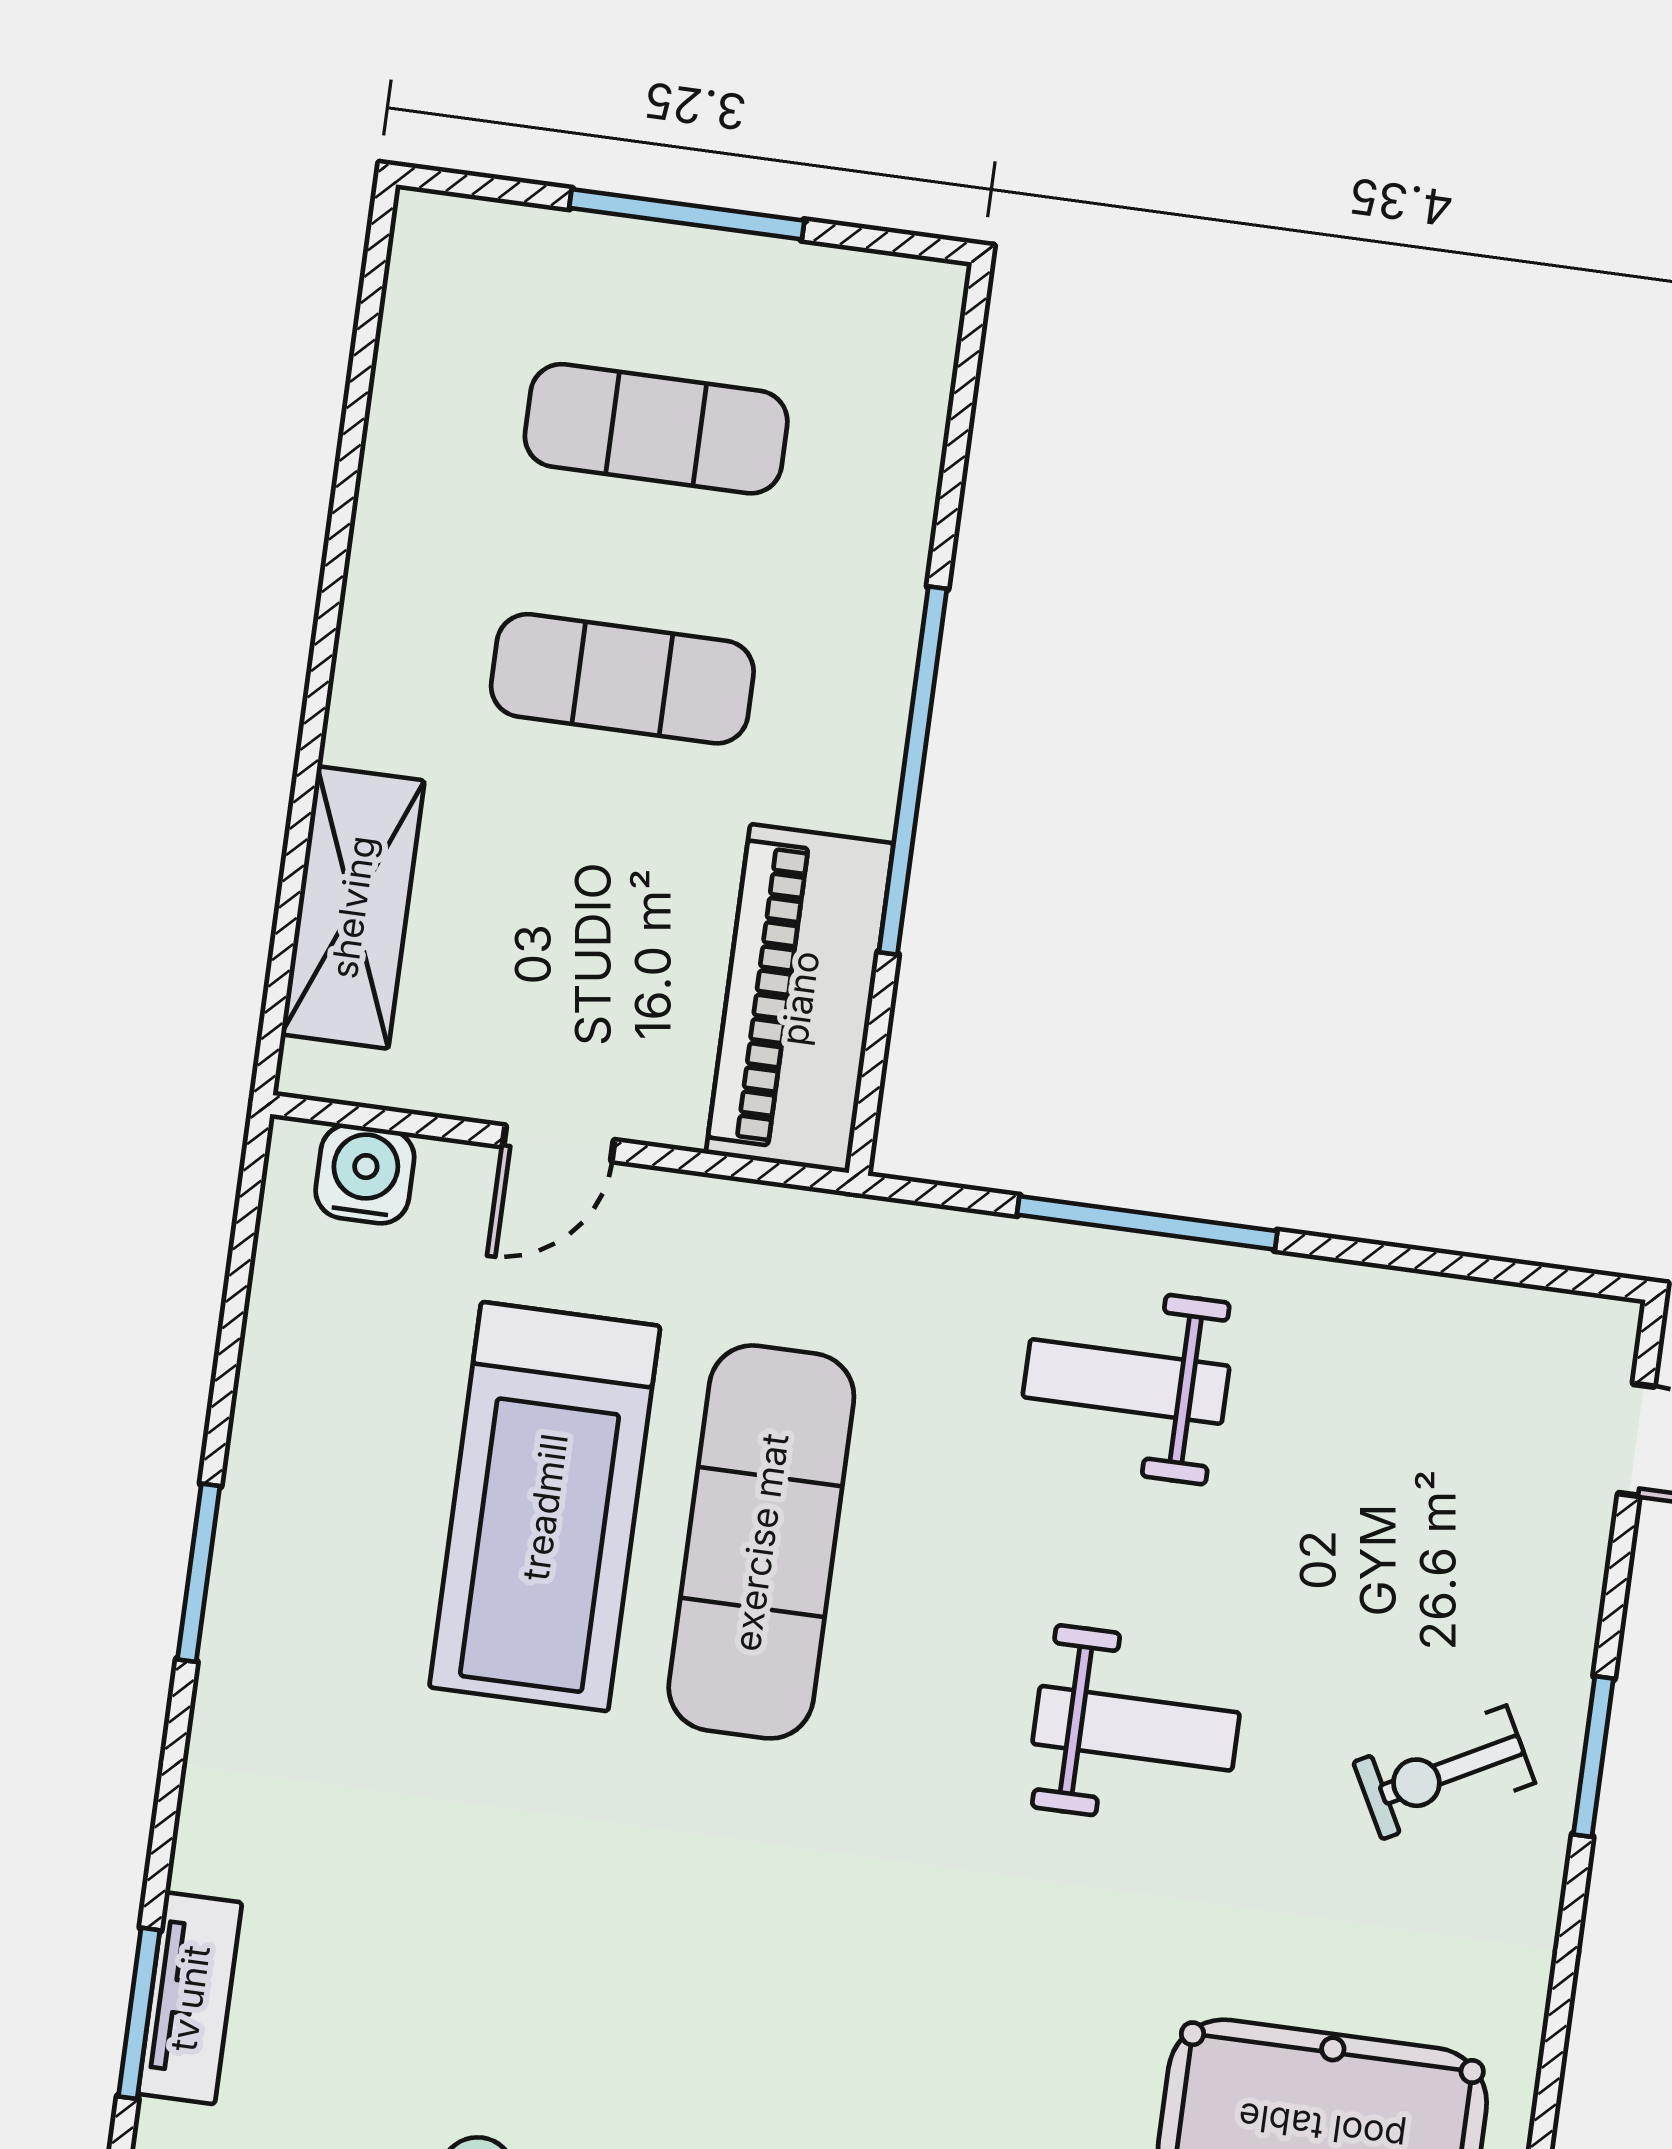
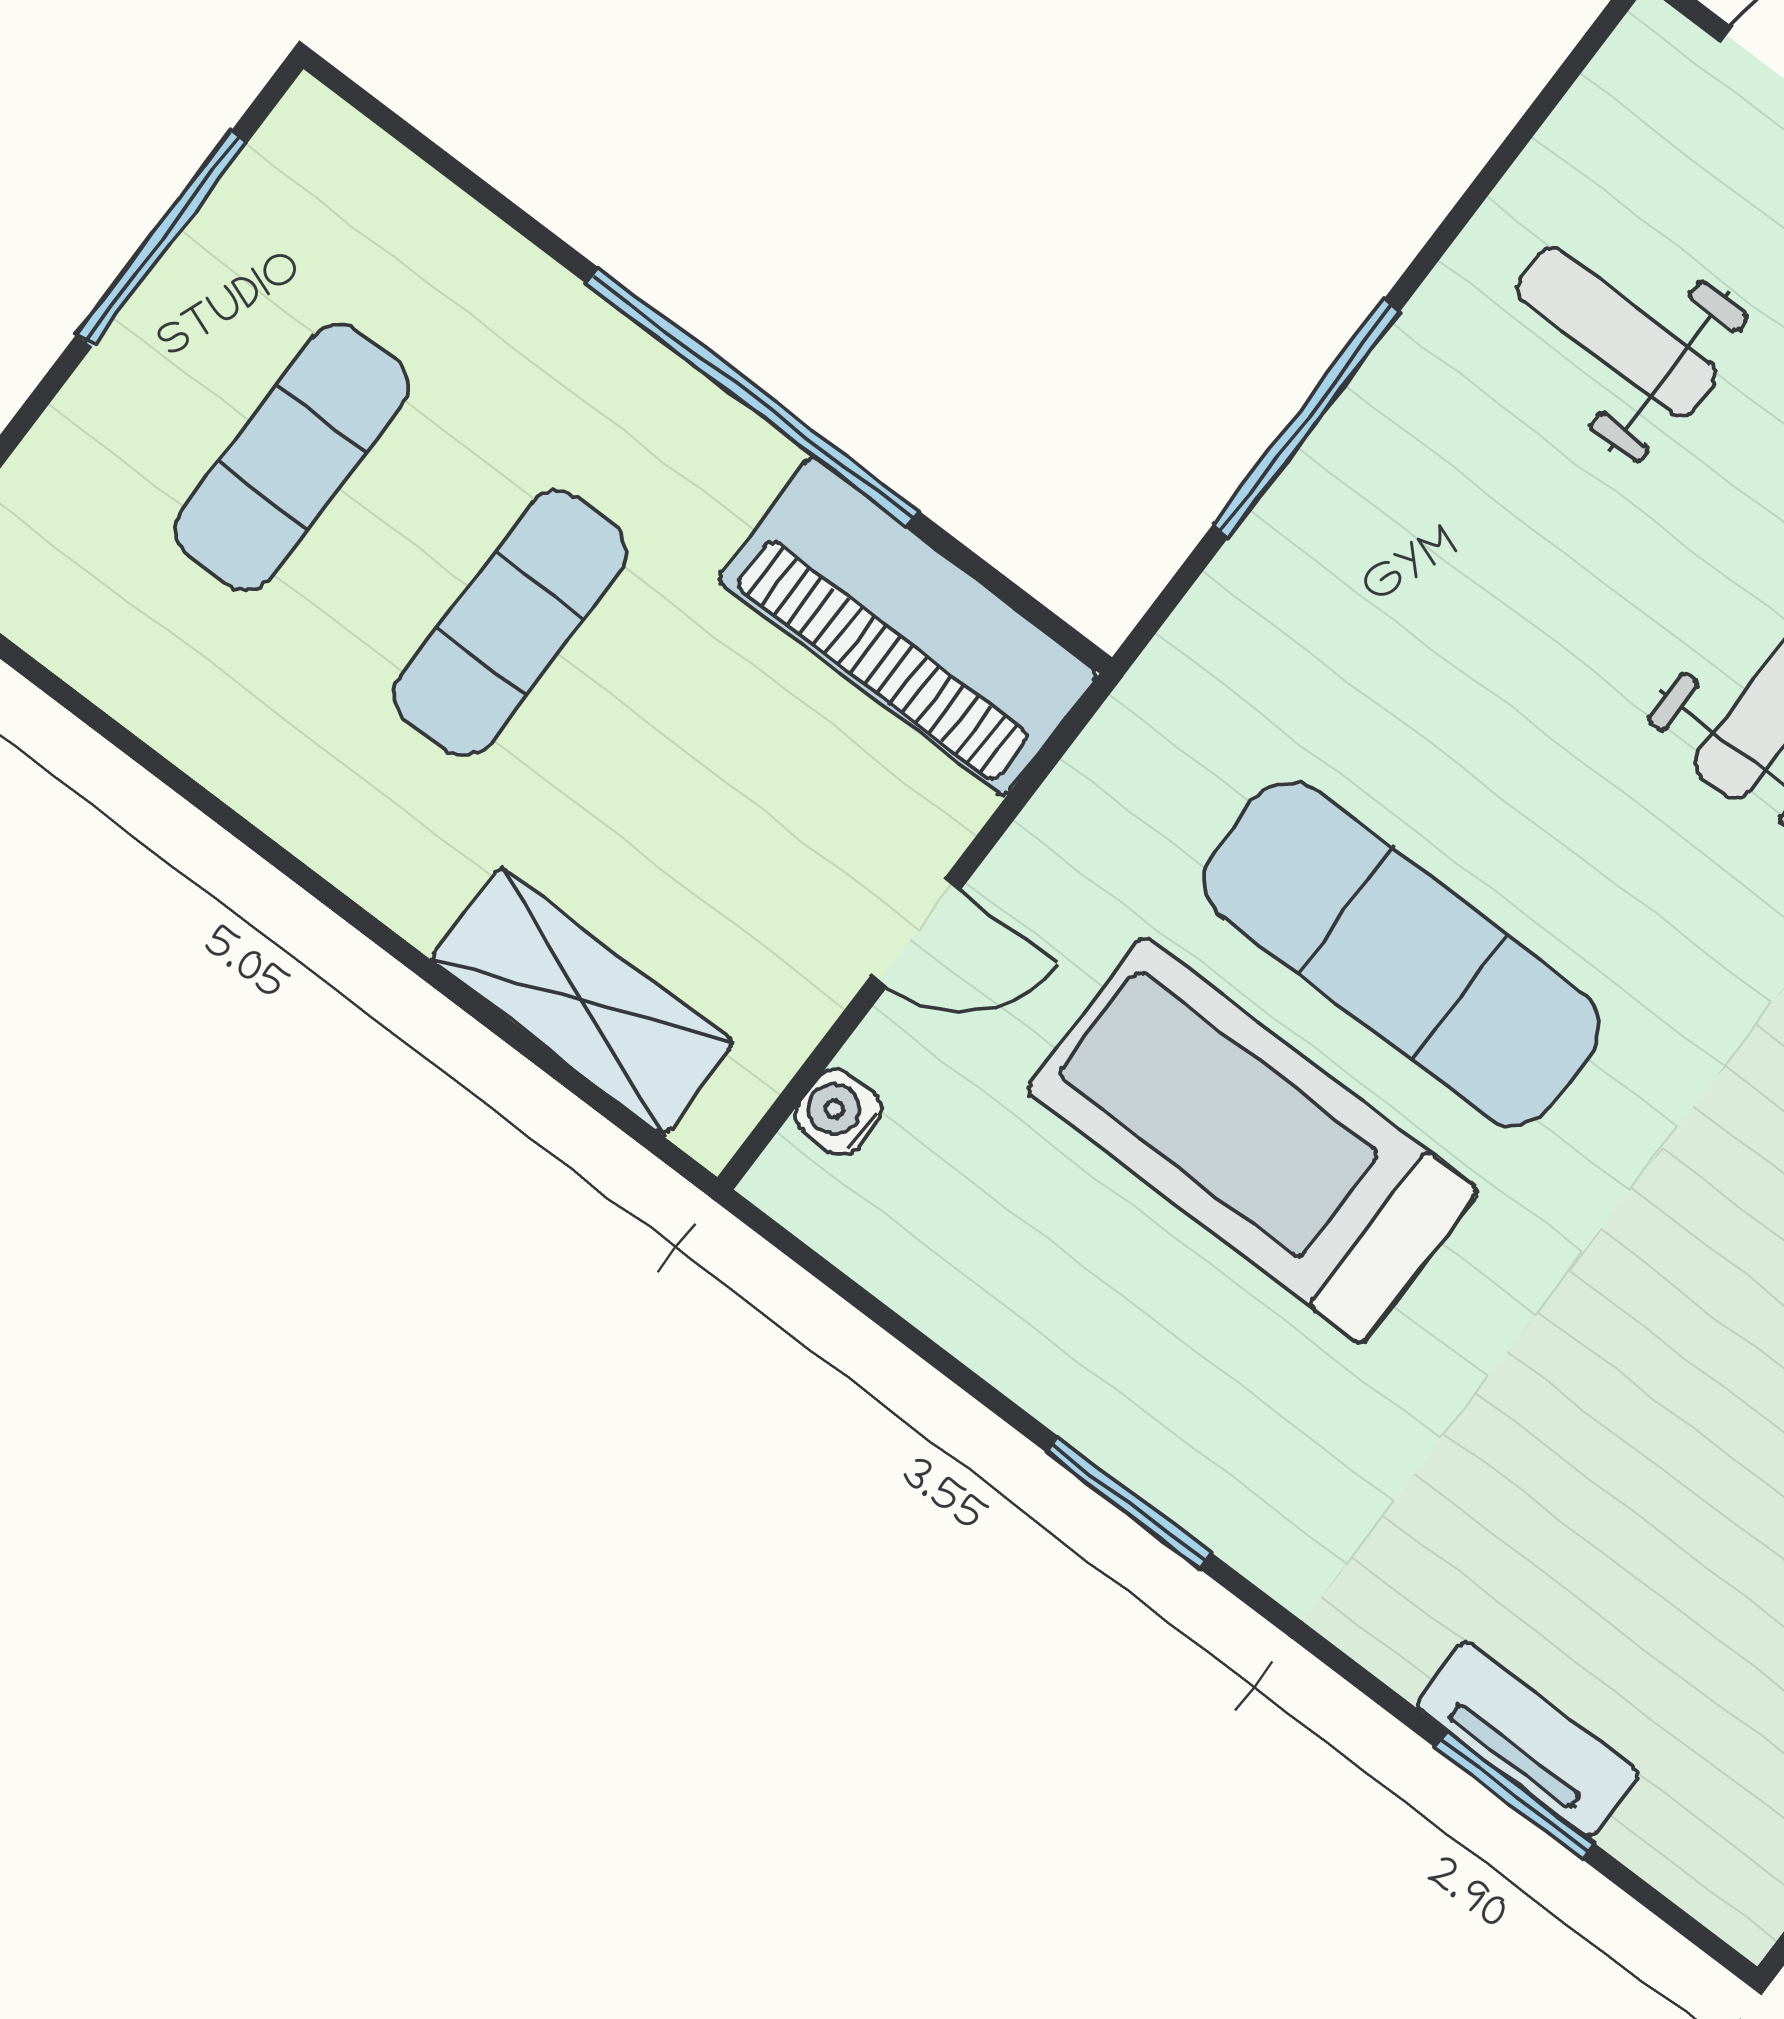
window: (687, 214) -> (161, 239), moved
door: (559, 1143) -> (916, 932), hinge flipped
water cooler: (365, 1174) -> (839, 1112), width x0.72, depth x0.72
weight bench: (1126, 1381) -> (1617, 332), moved, turned 90
treadmill: (545, 1507) -> (1252, 1140), turned 180

